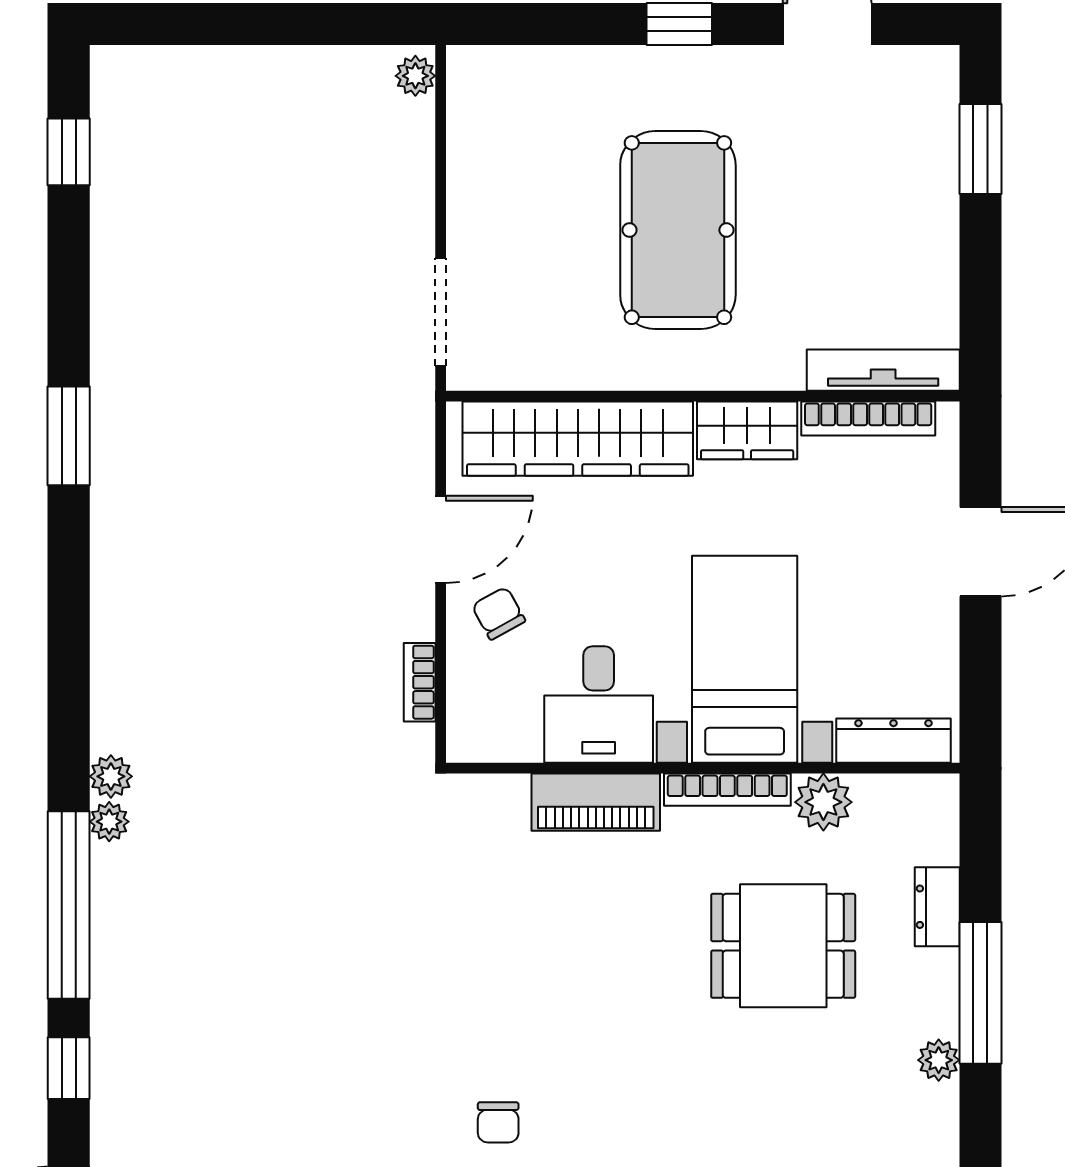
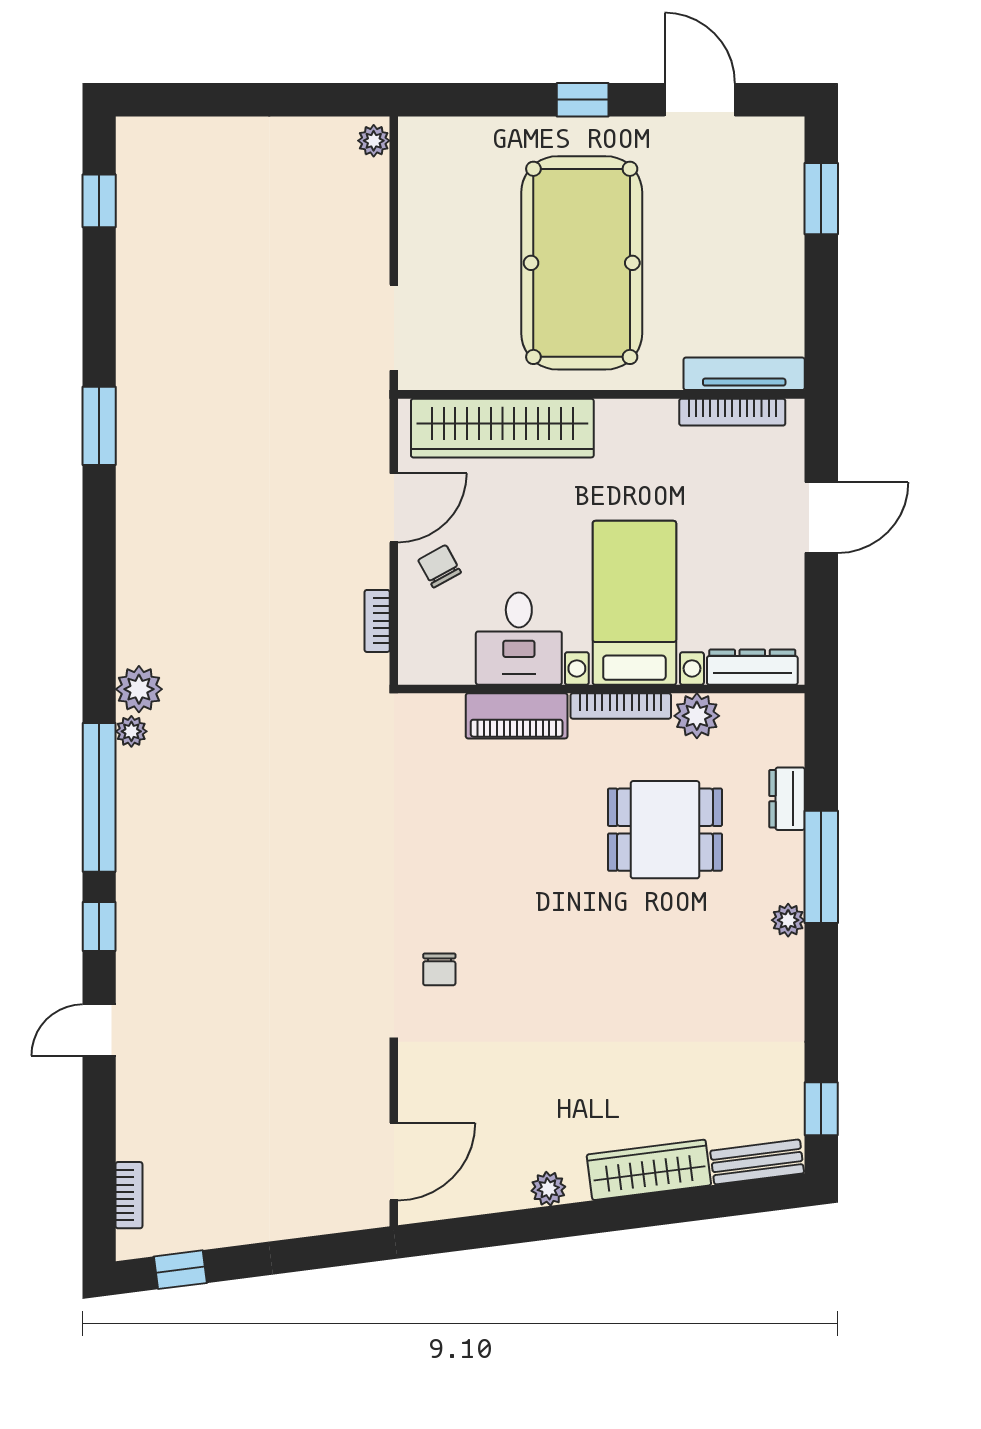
pool table: (678, 230) -> (582, 263), width x1.36, depth x1.32
wardrobe: (747, 430) -> (636, 421), removed
plant: (111, 776) -> (139, 689), width x1.38, depth x1.38

